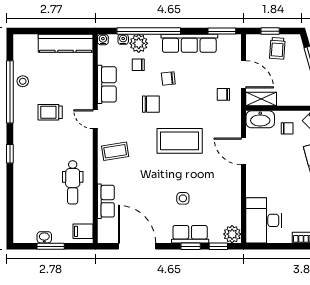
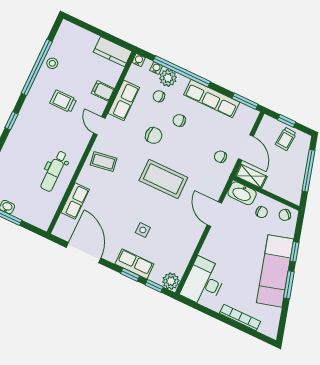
kitchen counter: (66, 43) -> (113, 52), width x0.67
filing cabinet: (83, 231) -> (103, 91), moved

